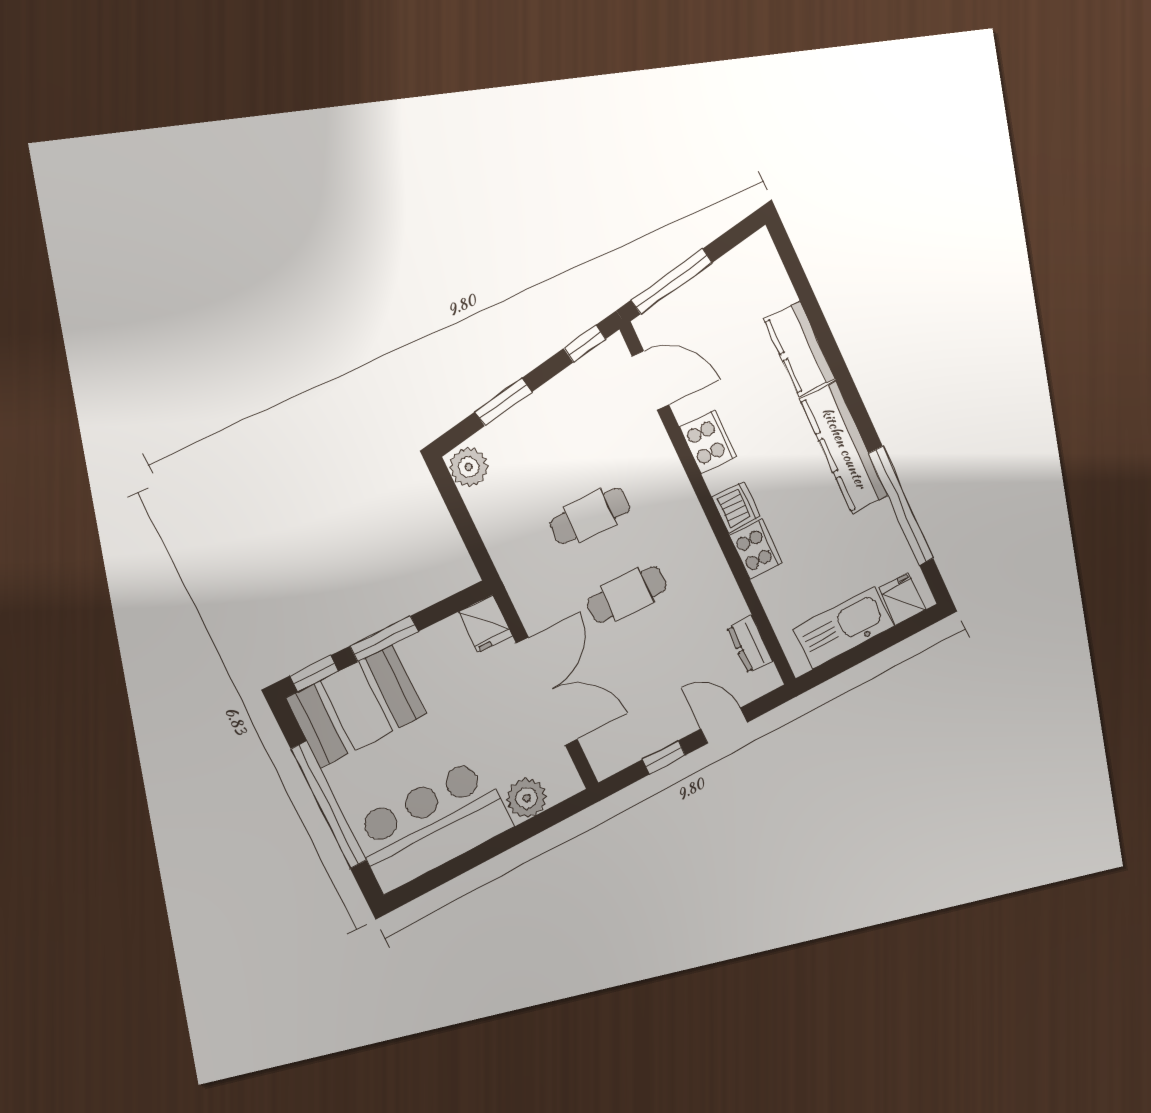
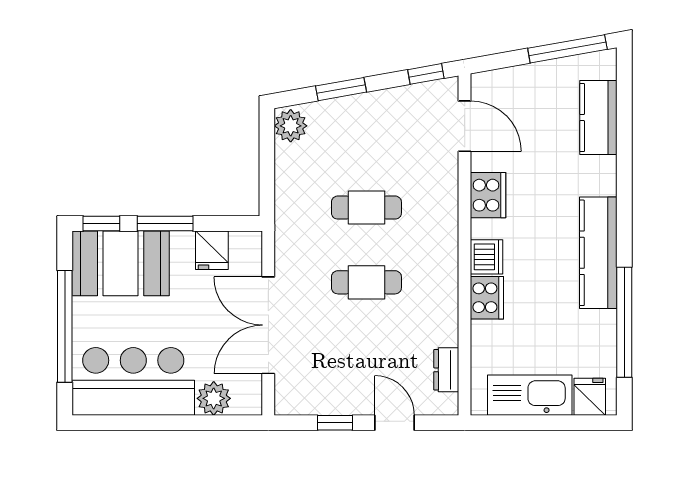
window: (672, 281) -> (567, 49), moved
kitchen counter: (799, 349) -> (598, 118), moved
fridge: (485, 624) -> (212, 250), moved
double door: (547, 691) -> (268, 325), swing flipped

